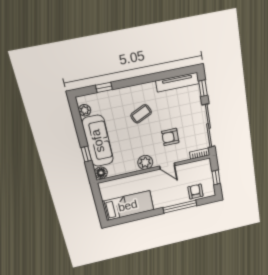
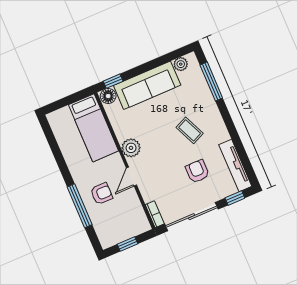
window: (104, 87) -> (211, 81), width x2.17
armchair: (170, 137) -> (197, 171), moved
window: (86, 154) -> (113, 81), moved
armchair: (195, 192) -> (101, 194), moved
bed: (128, 206) -> (94, 128), moved

